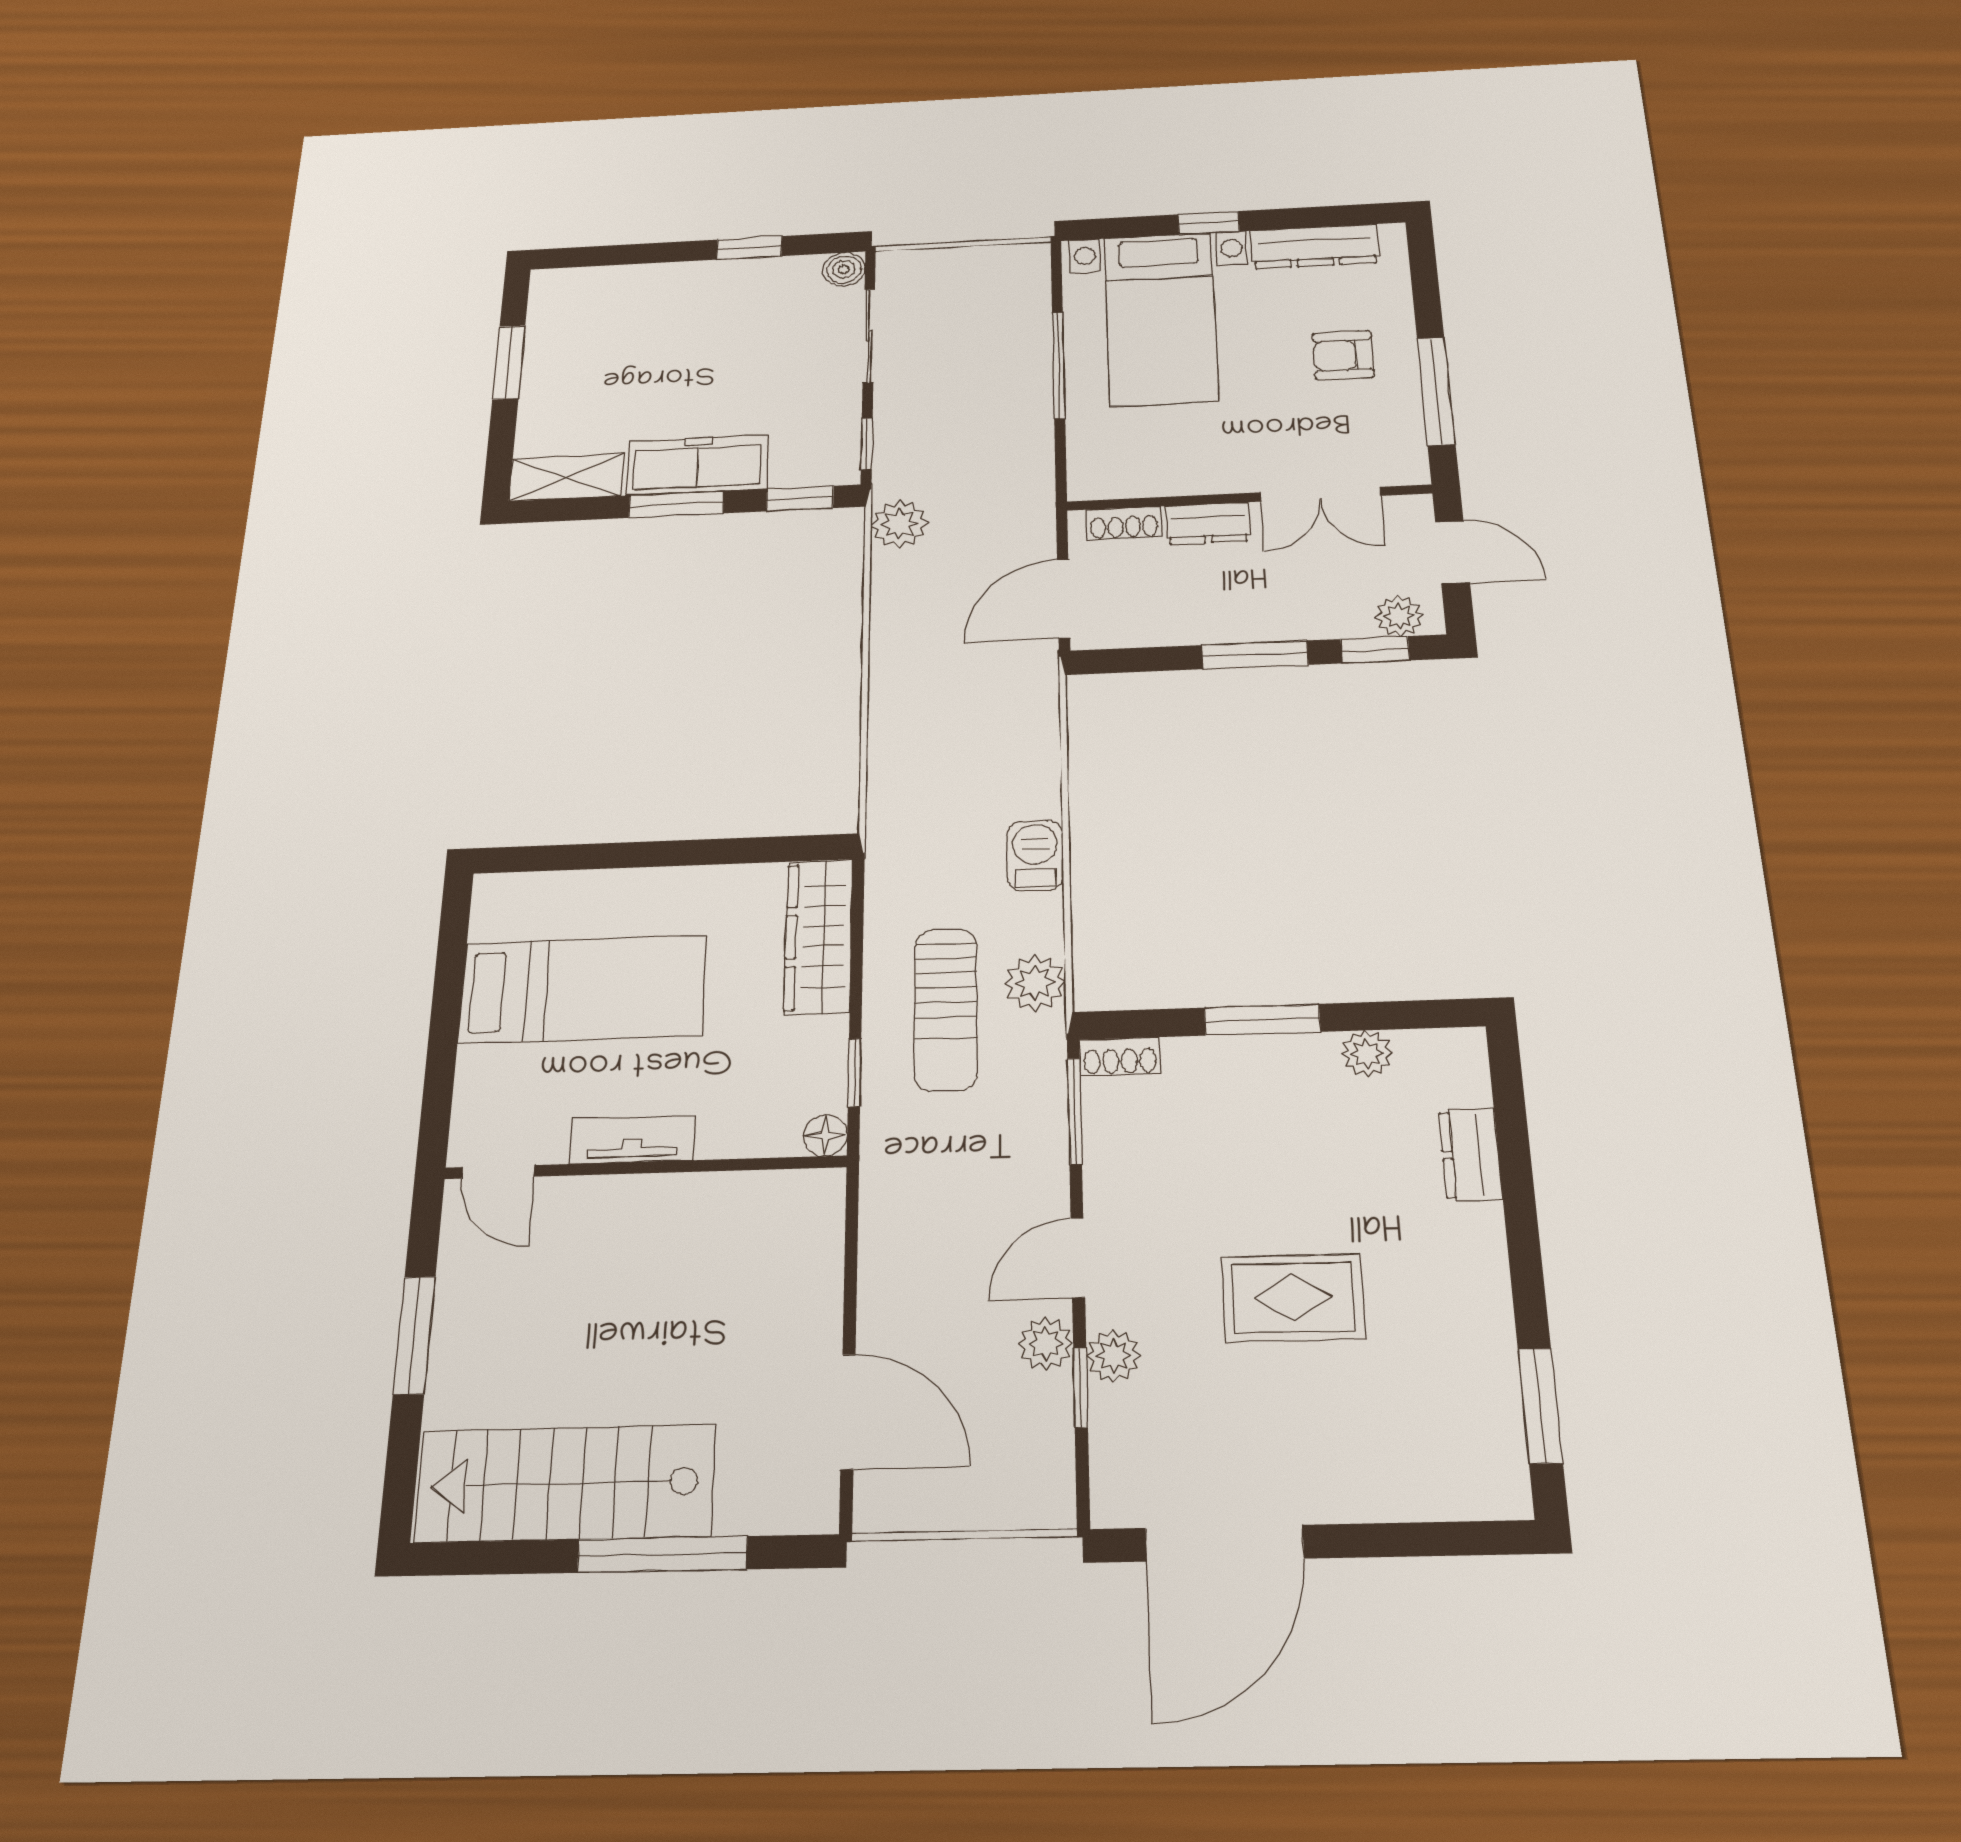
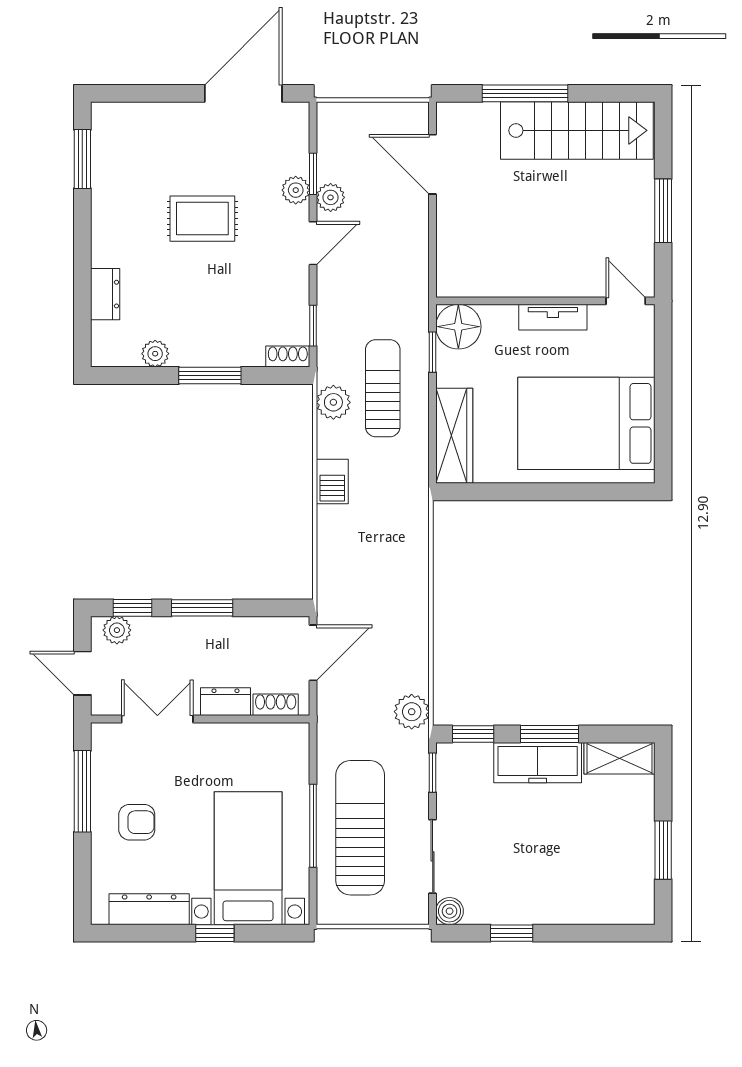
sun lounger: (983, 366) -> (360, 828), added
bed: (583, 989) -> (586, 423), width x1.50
window: (1075, 1111) -> (313, 326), width x0.67
floor lamp: (825, 1135) -> (458, 327), width x1.89, depth x1.89

